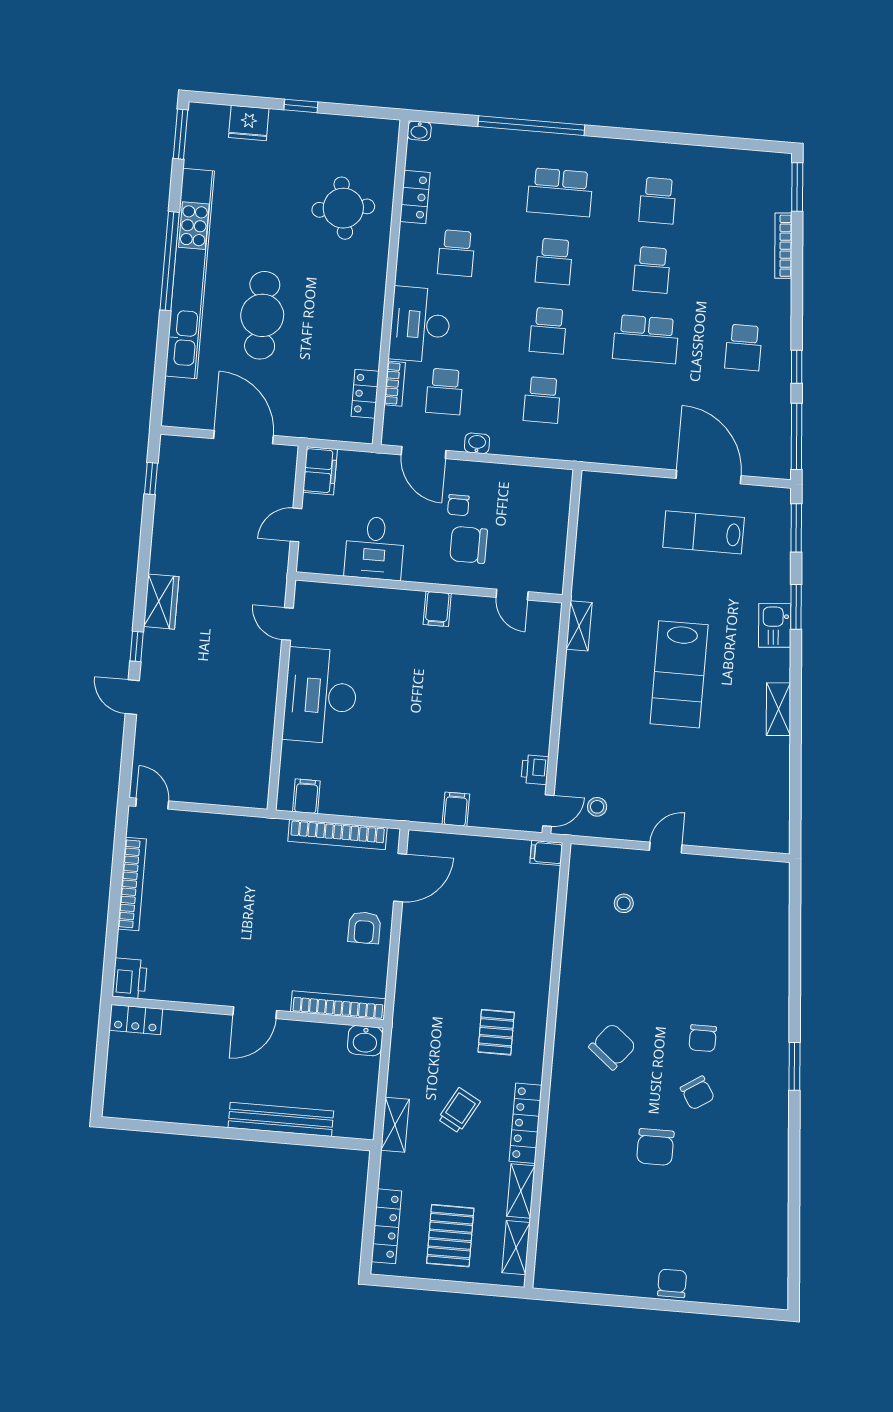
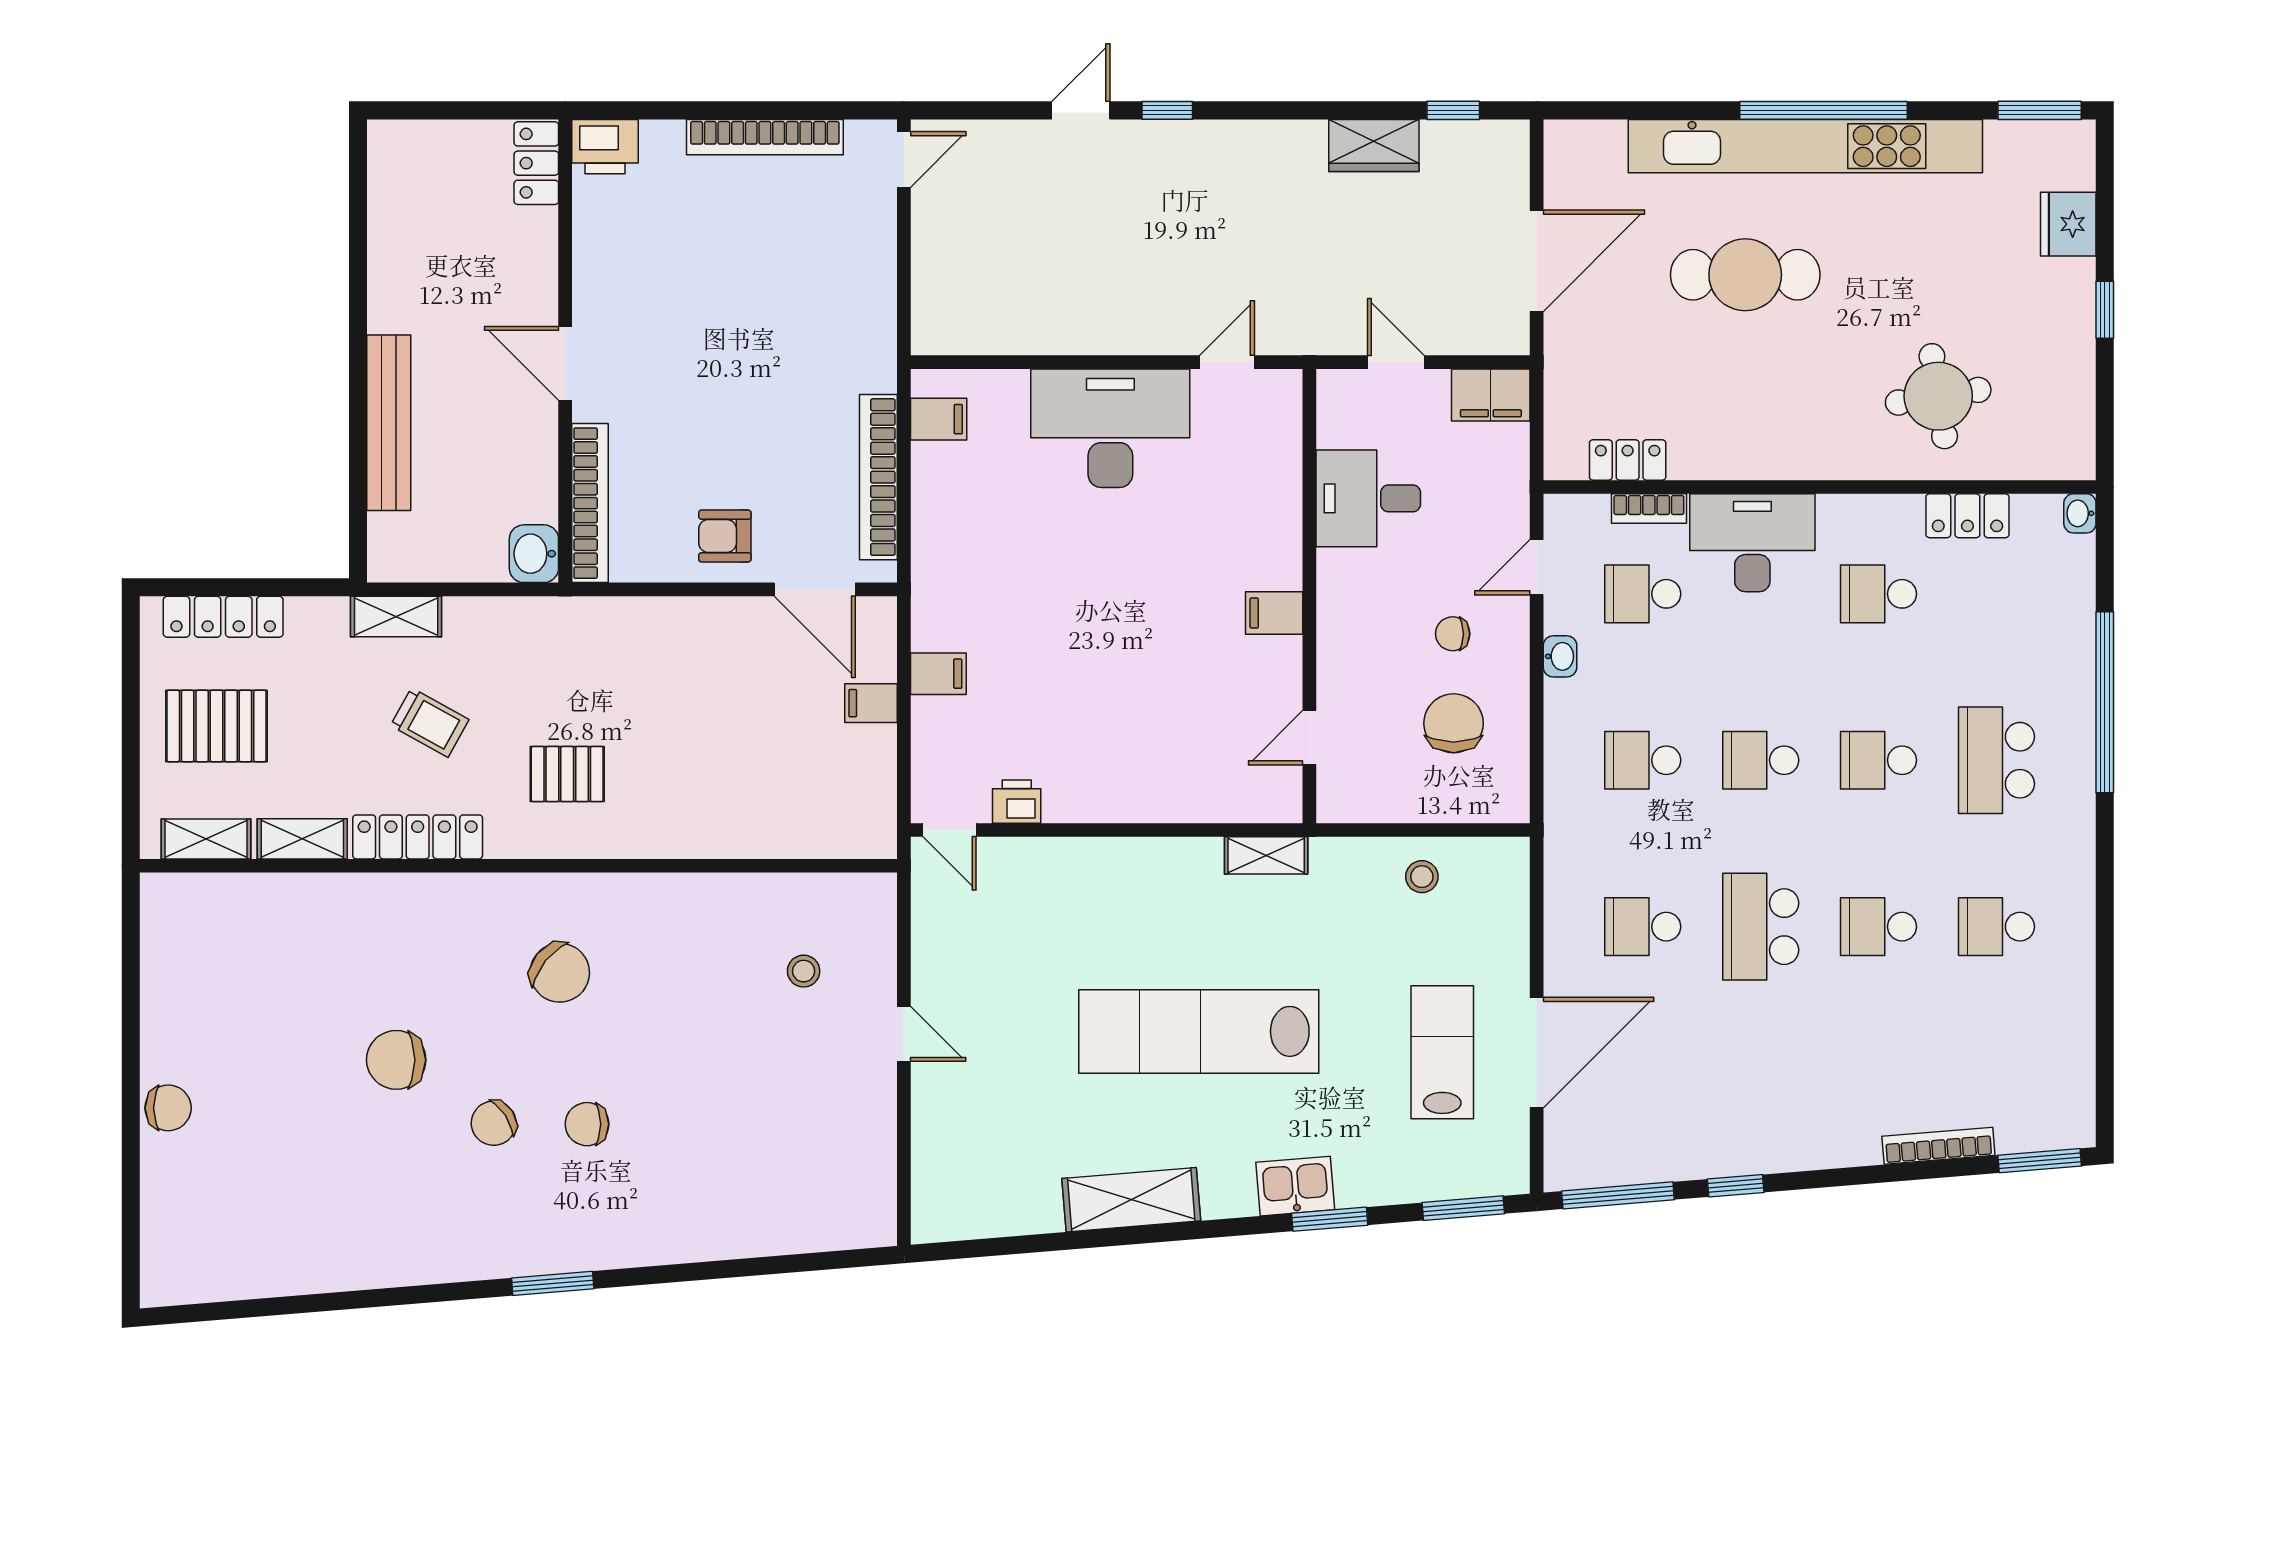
school desk: (744, 347) -> (1643, 927), moved
door: (424, 453) -> (1537, 567), width x0.73
chair: (469, 545) -> (1454, 723), moved
wardrobe: (161, 602) -> (1374, 145), moved
lab bench: (679, 674) -> (1199, 1031), width x1.36
shelving: (778, 709) -> (1131, 1200), width x1.50, depth x1.33
stool: (597, 807) -> (1422, 877), moved
filing cabinet: (546, 853) -> (871, 703), moved, turned -90

